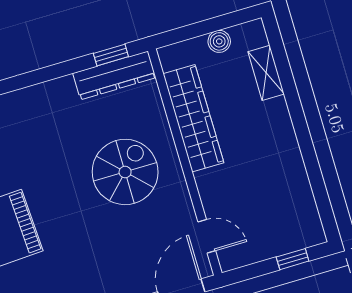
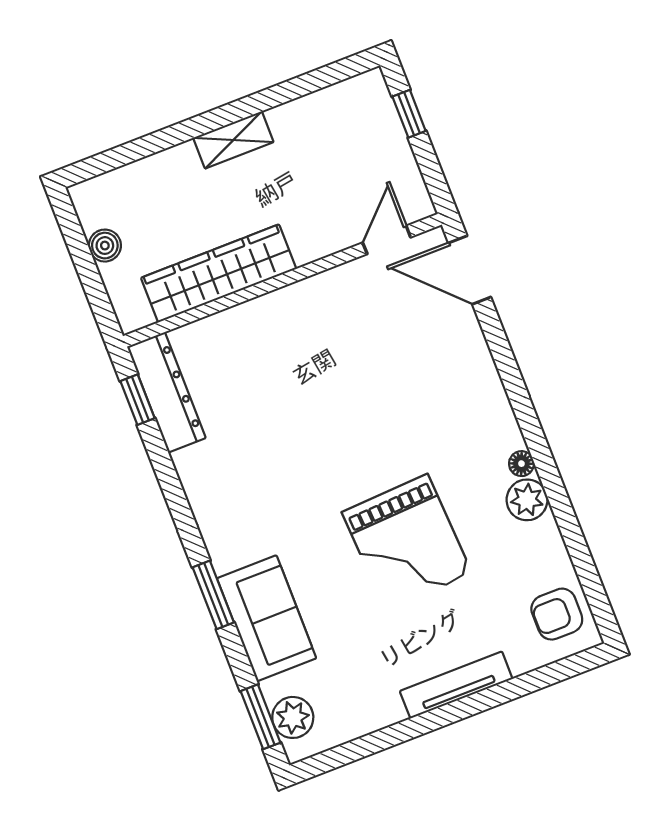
shelving: (266, 73) -> (233, 140), moved
spiral stairs: (125, 172) -> (304, 365), removed

